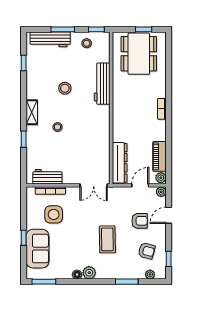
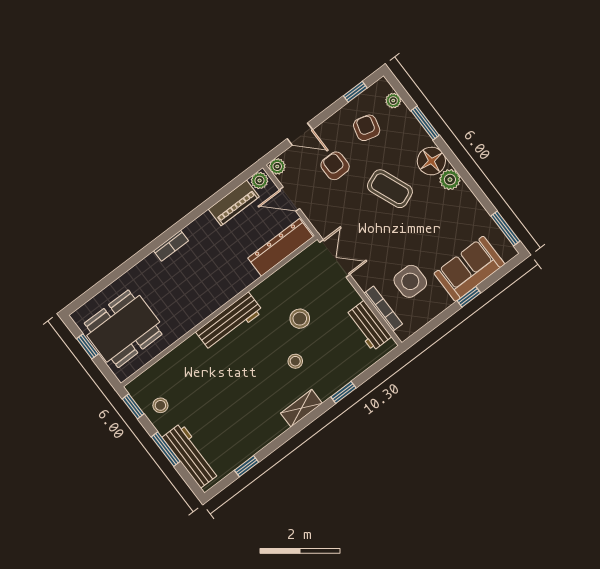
workbench: (102, 84) -> (229, 322), moved
stool: (65, 88) -> (300, 319), moved
coffee table: (107, 239) -> (390, 189), turned 69
floor lamp: (77, 275) -> (431, 161), moved, width x1.89, depth x1.89

